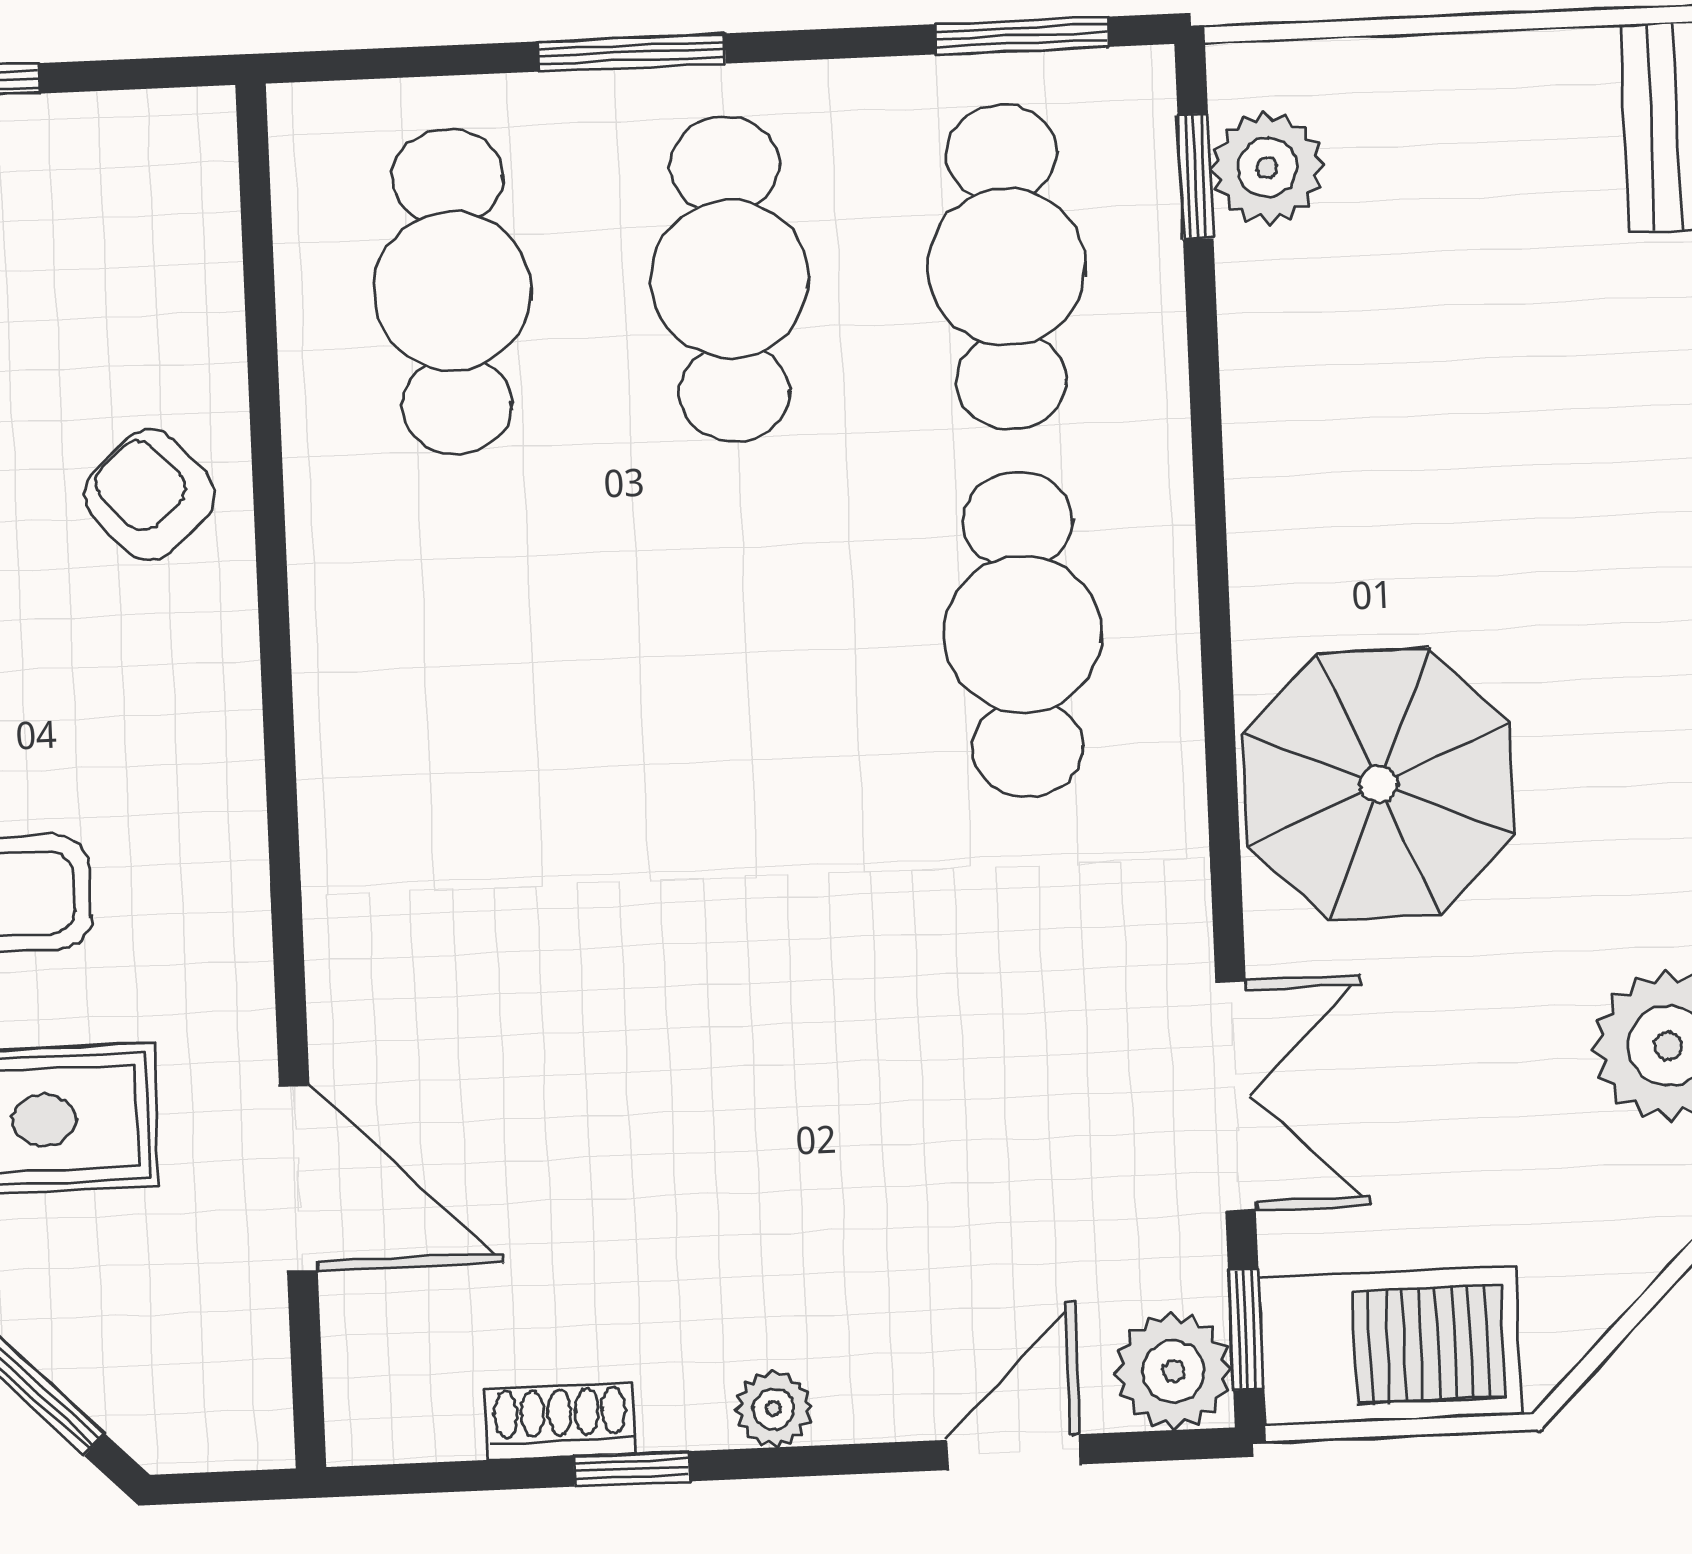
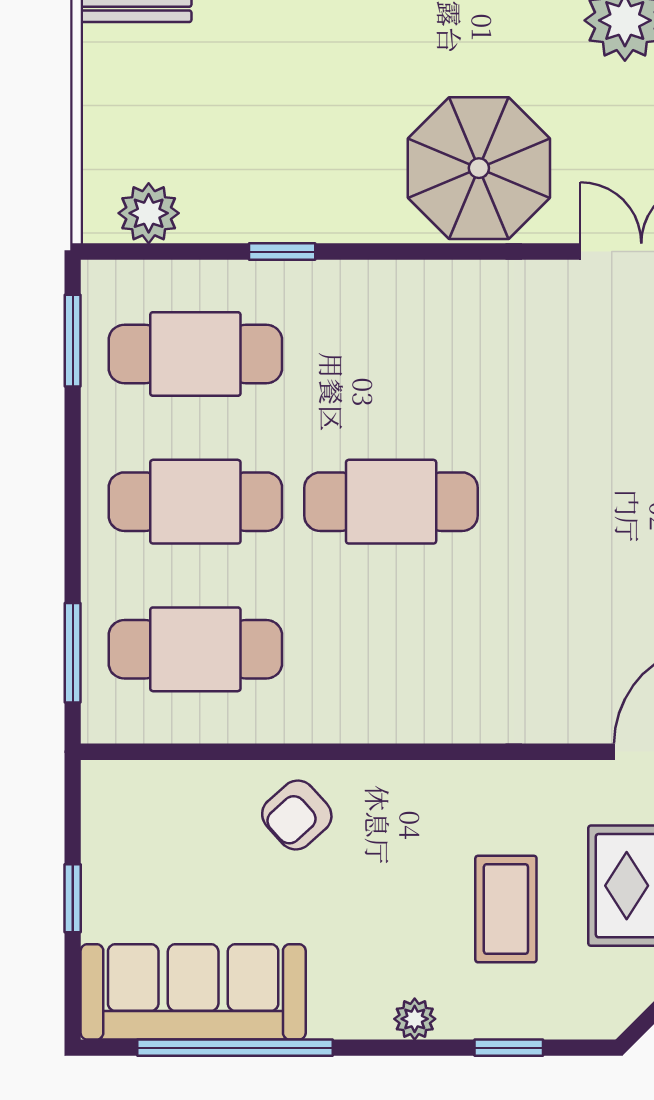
window: (632, 52) -> (73, 653), moved
window: (1195, 176) -> (282, 252), moved
cafe table: (1023, 634) -> (391, 502), moved

